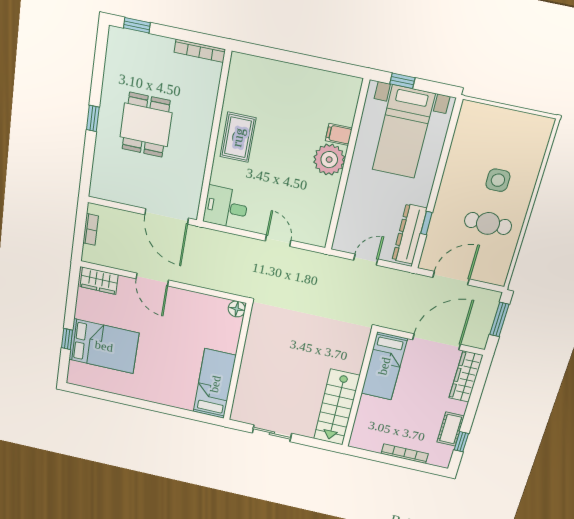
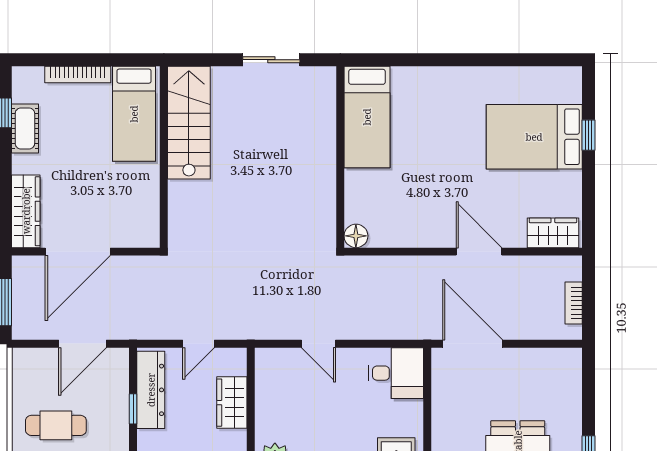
wardrobe: (351, 212) -> (232, 403), added
bed: (384, 366) -> (134, 114), moved, turned 180

